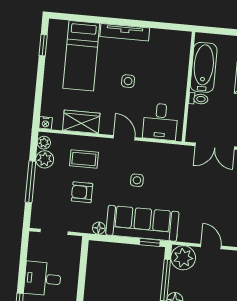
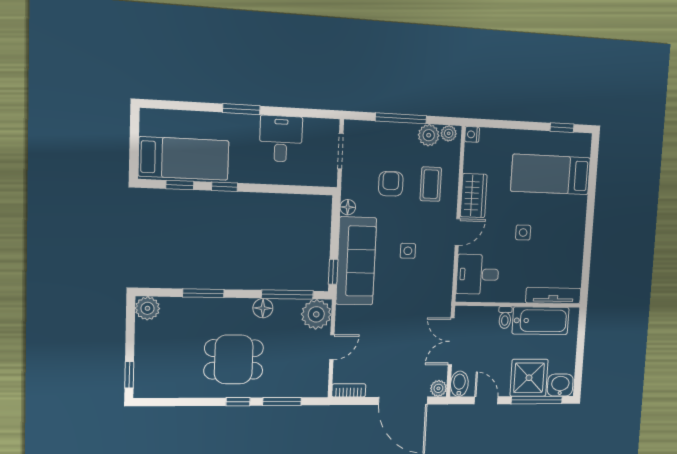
tv unit: (125, 32) -> (553, 296), moved, turned 90
wardrobe: (81, 122) -> (474, 196), moved

